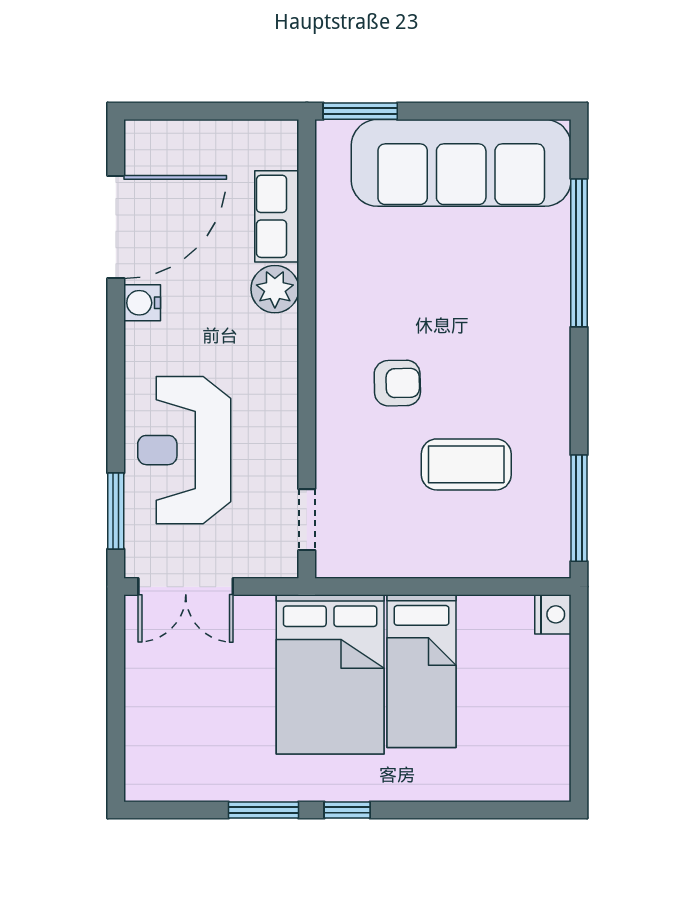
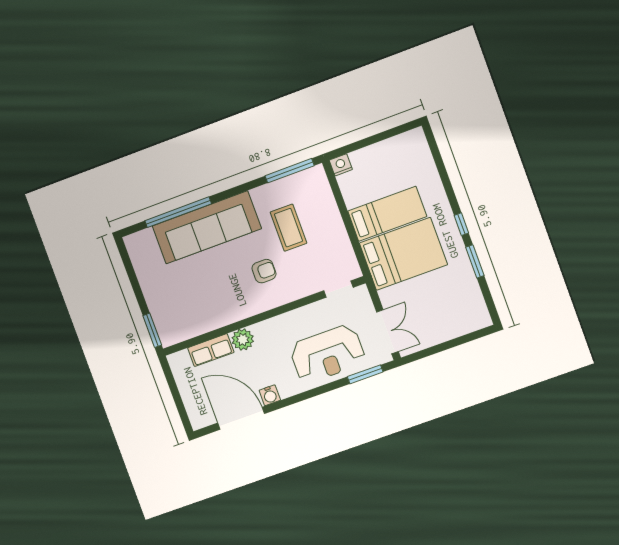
sofa: (461, 163) -> (207, 227), moved, turned 90
armchair: (397, 383) -> (264, 271), turned 91

